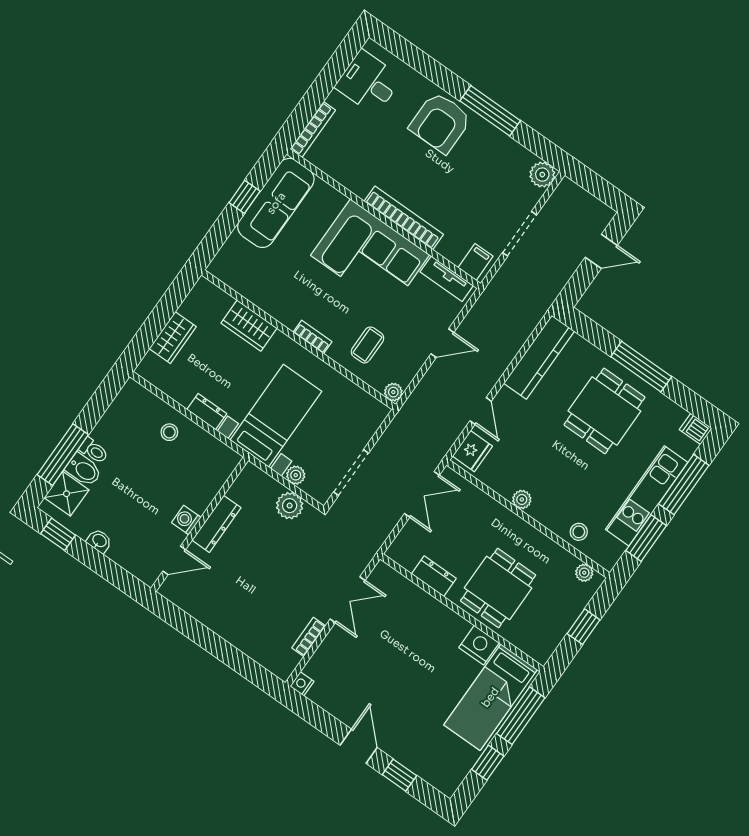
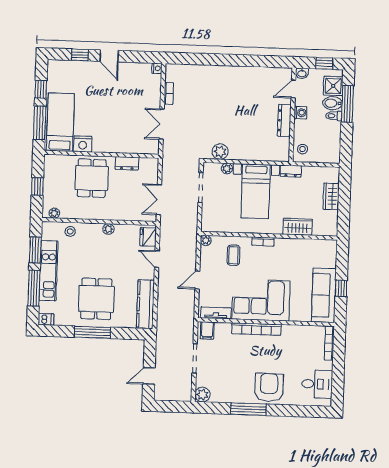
washing machine: (186, 520) -> (300, 113), moved
wall: (200, 524) -> (292, 115), moved
dresser: (217, 524) -> (284, 120), moved
door: (174, 560) -> (293, 89), moved

